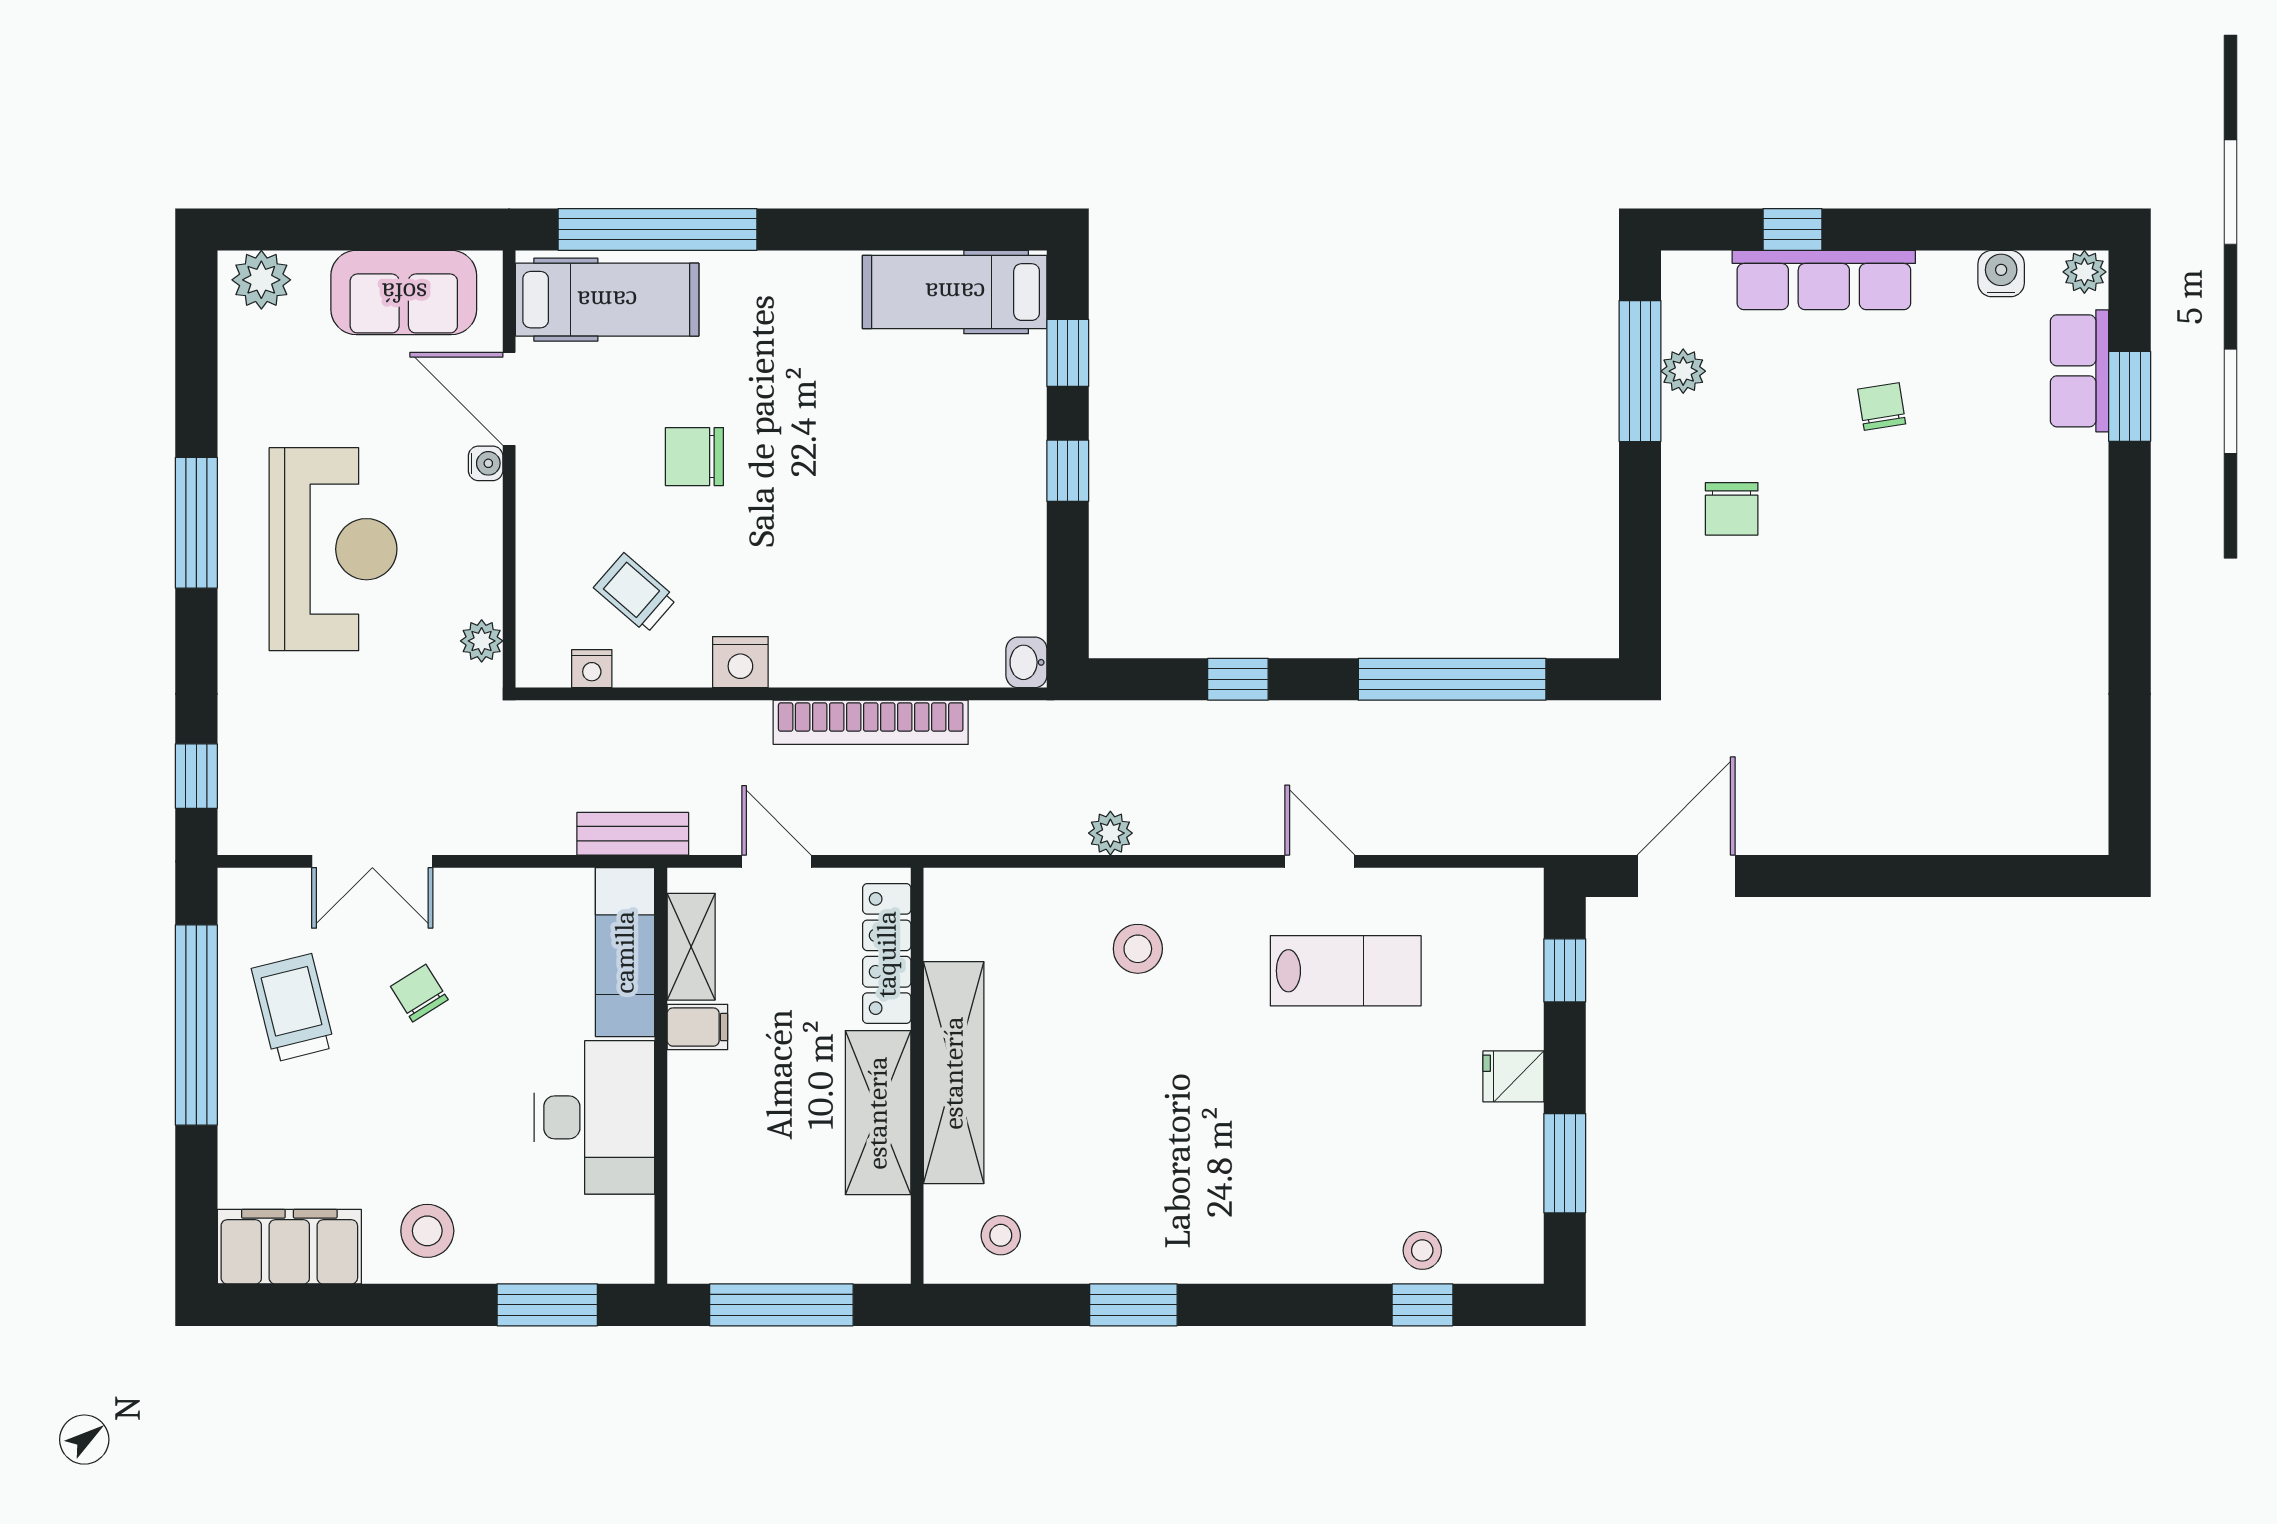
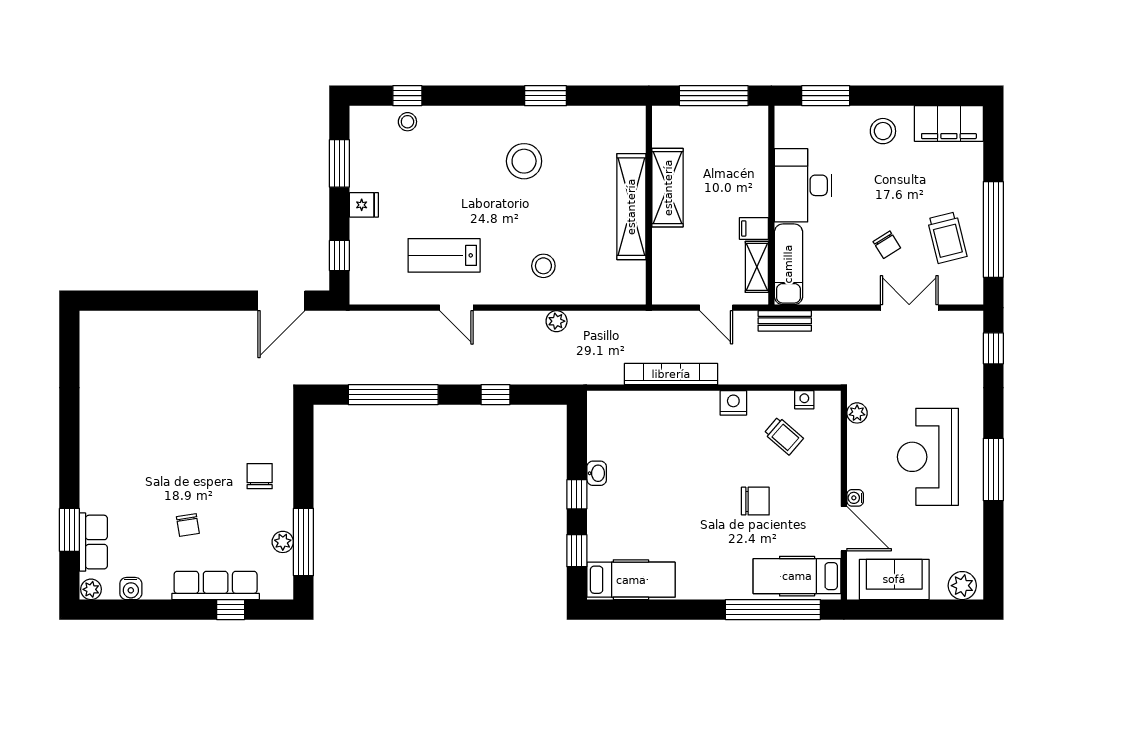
washbasin: (1026, 662) -> (597, 473), moved
locker: (887, 954) -> (663, 264), removed
stool: (1001, 1235) -> (524, 161), moved, width x1.89, depth x1.89

